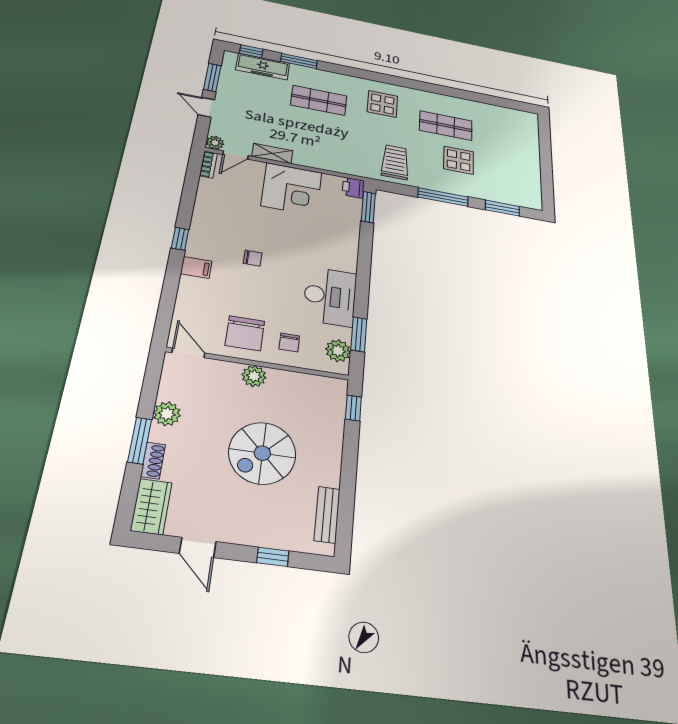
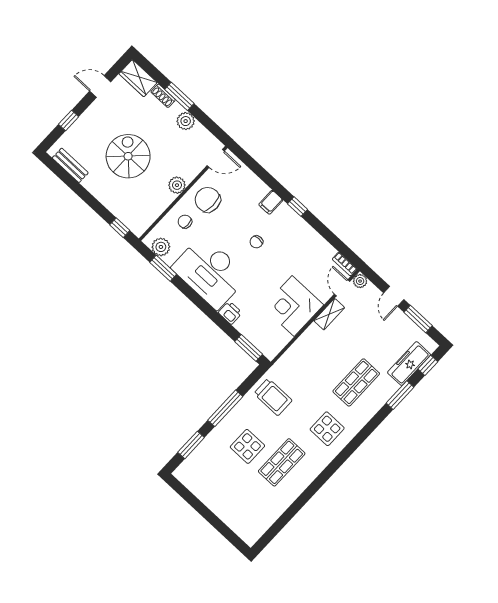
door: (206, 107) -> (394, 296), swing flipped
printer: (353, 188) -> (230, 313), moved
desk: (330, 296) -> (210, 272), width x1.36, depth x1.30

